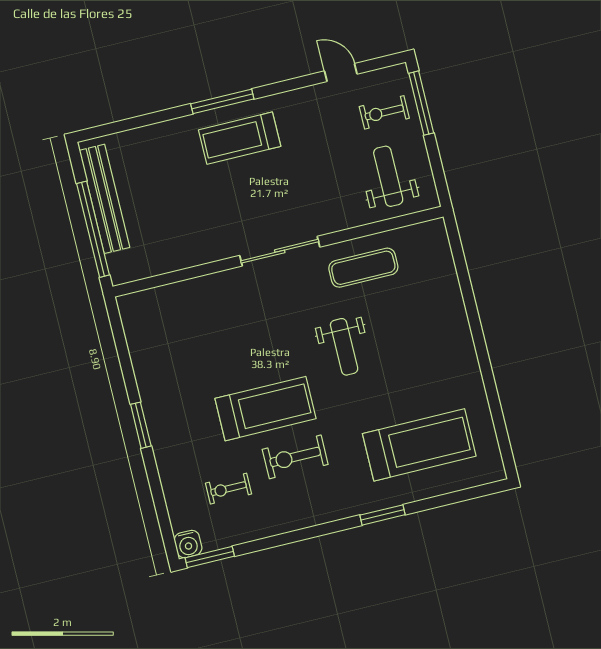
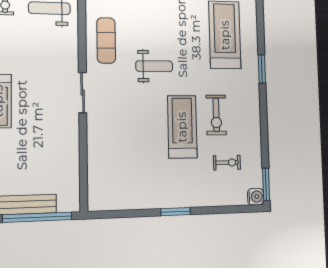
sliding door: (280, 251) -> (83, 93), width x0.73
exercise bike: (228, 489) -> (227, 163), turned -90

